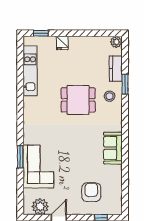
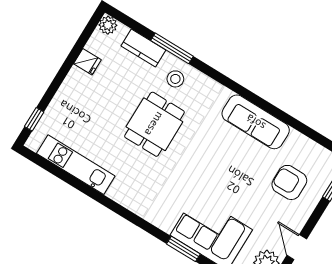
fridge: (62, 43) -> (87, 62), moved
window: (125, 84) -> (172, 48), width x1.44
sofa: (113, 148) -> (256, 122), width x1.36

